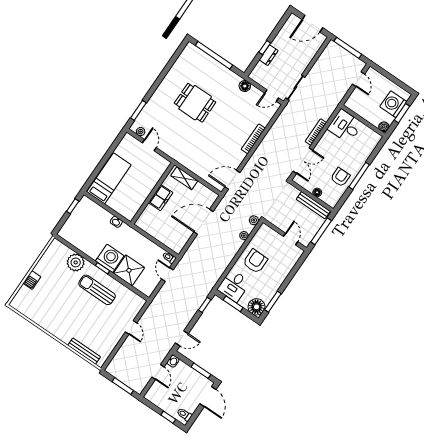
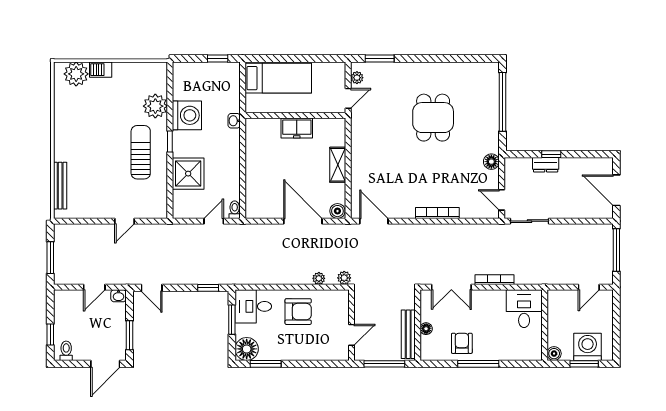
armchair: (340, 177) -> (462, 343), turned -90
wall: (153, 193) -> (295, 115), moved
boiler: (212, 197) -> (337, 211), added
freezer: (161, 198) -> (297, 128), moved
washing machine: (110, 258) -> (187, 115), moved
plant: (25, 296) -> (76, 74), added

